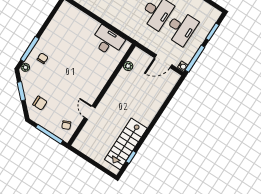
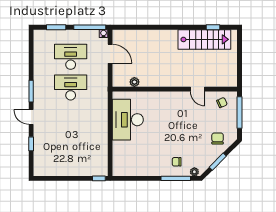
desk: (108, 41) -> (128, 120), width x1.36, depth x1.30
door: (90, 113) -> (197, 89), hinge flipped

